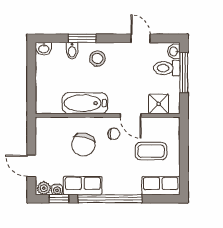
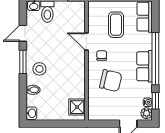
window: (82, 38) -> (23, 62), moved
bathtub: (85, 103) -> (76, 79), removed
shower: (159, 104) -> (77, 107), moved
door: (131, 115) -> (86, 42), swing flipped
row of seats: (83, 186) -> (144, 66), moved

